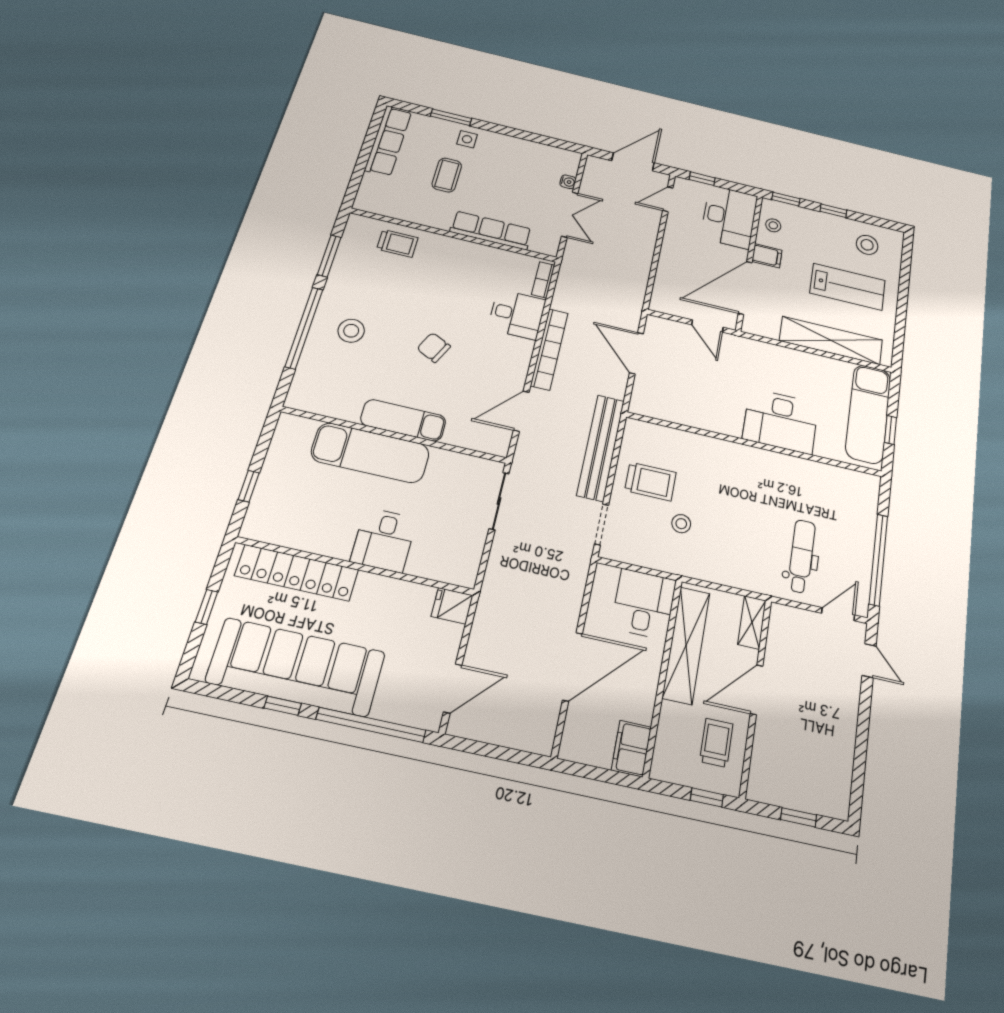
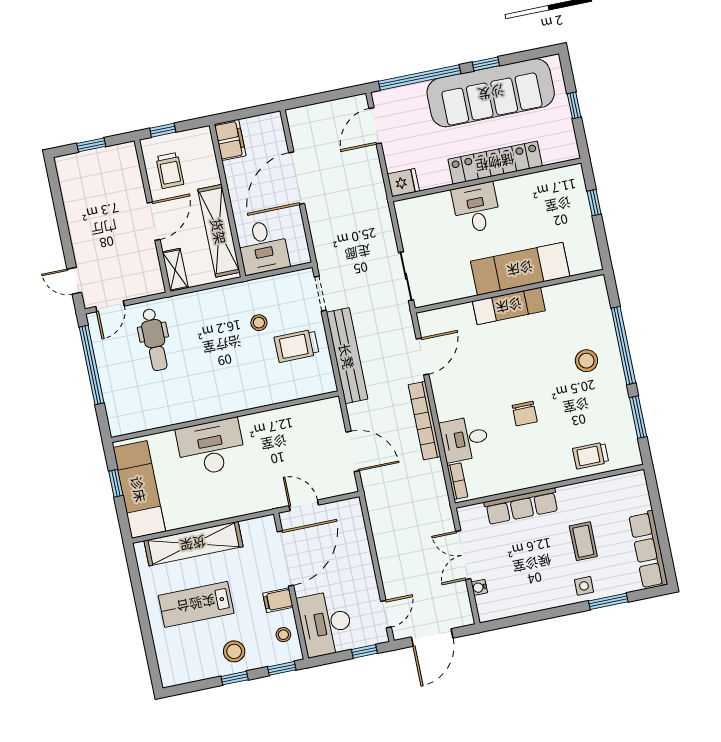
stool: (867, 245) -> (234, 651), moved
chair: (434, 347) -> (525, 414), moved, turned 64
locker: (297, 573) -> (495, 163), moved

